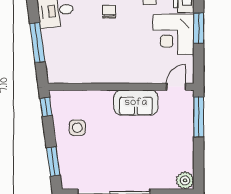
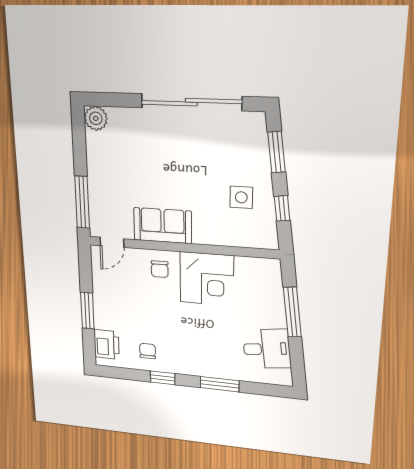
chair: (109, 12) -> (160, 269), moved
corner desk: (174, 34) -> (207, 279), moved, turned 90
window: (46, 107) -> (282, 208), moved

